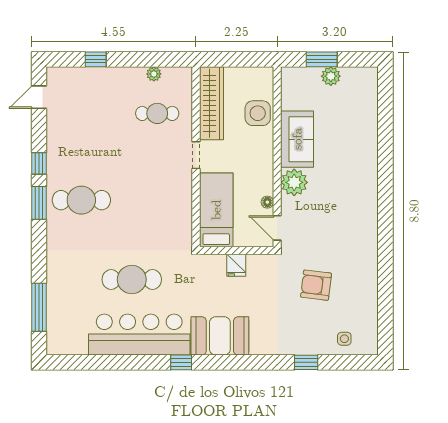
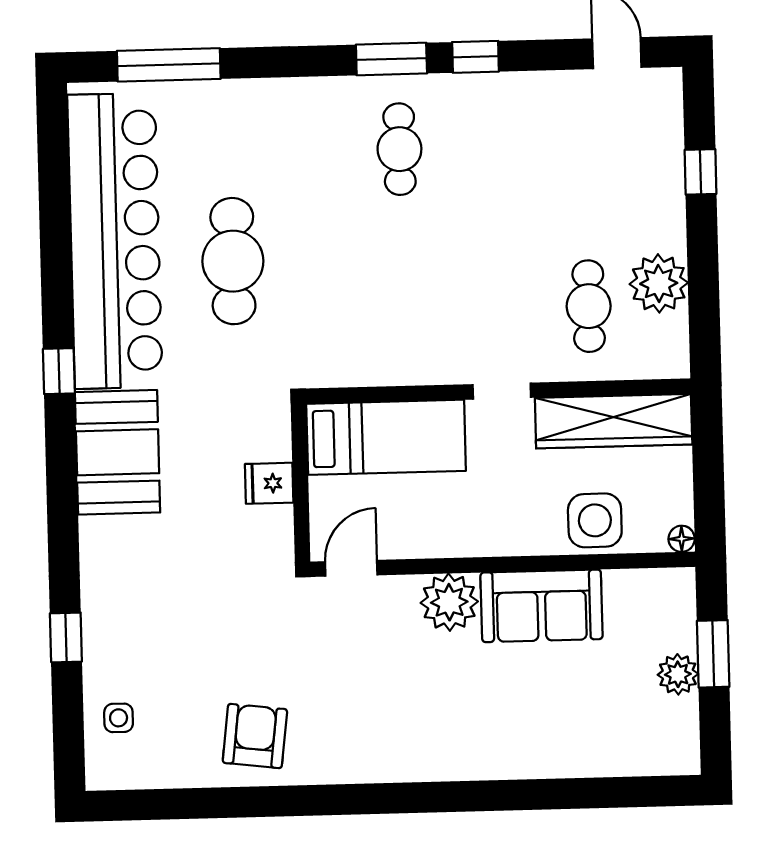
plant: (154, 74) -> (659, 283), width x1.87, depth x1.87
cafe table: (81, 200) -> (399, 149), width x0.73, depth x0.74
floor lamp: (267, 202) -> (682, 539), moved
armchair: (316, 285) -> (255, 736), moved
bar counter: (139, 335) -> (115, 241), width x1.36

